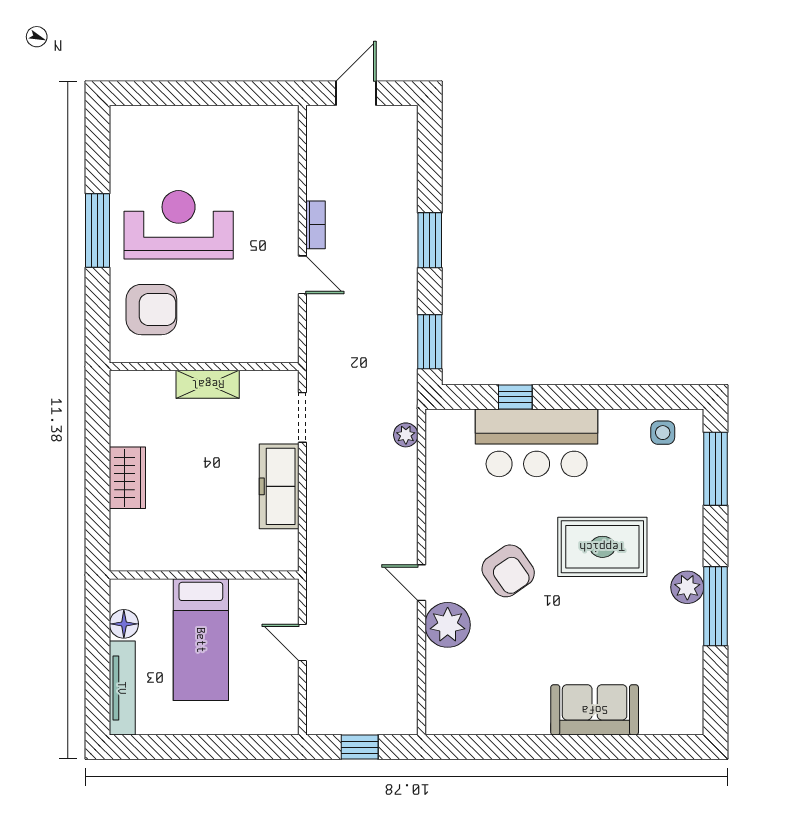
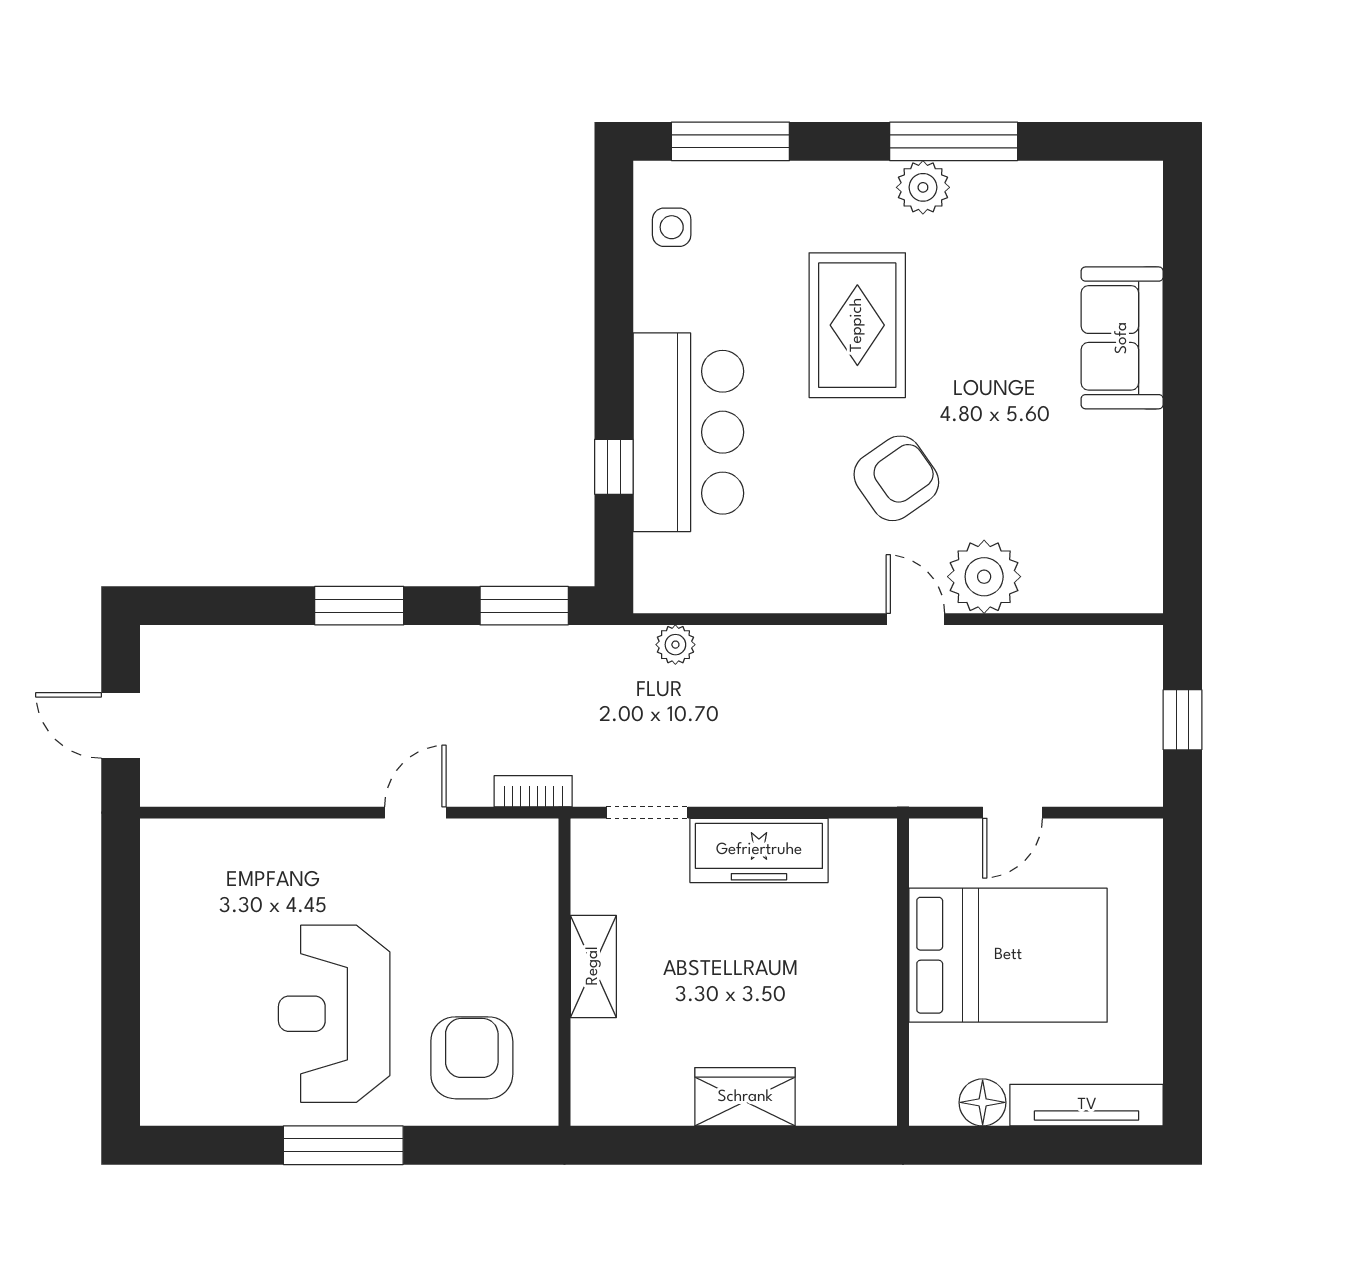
bookcase: (316, 225) -> (533, 791), moved
door: (421, 583) -> (915, 619), swing flipped
bed: (201, 640) -> (1008, 955), width x1.50

